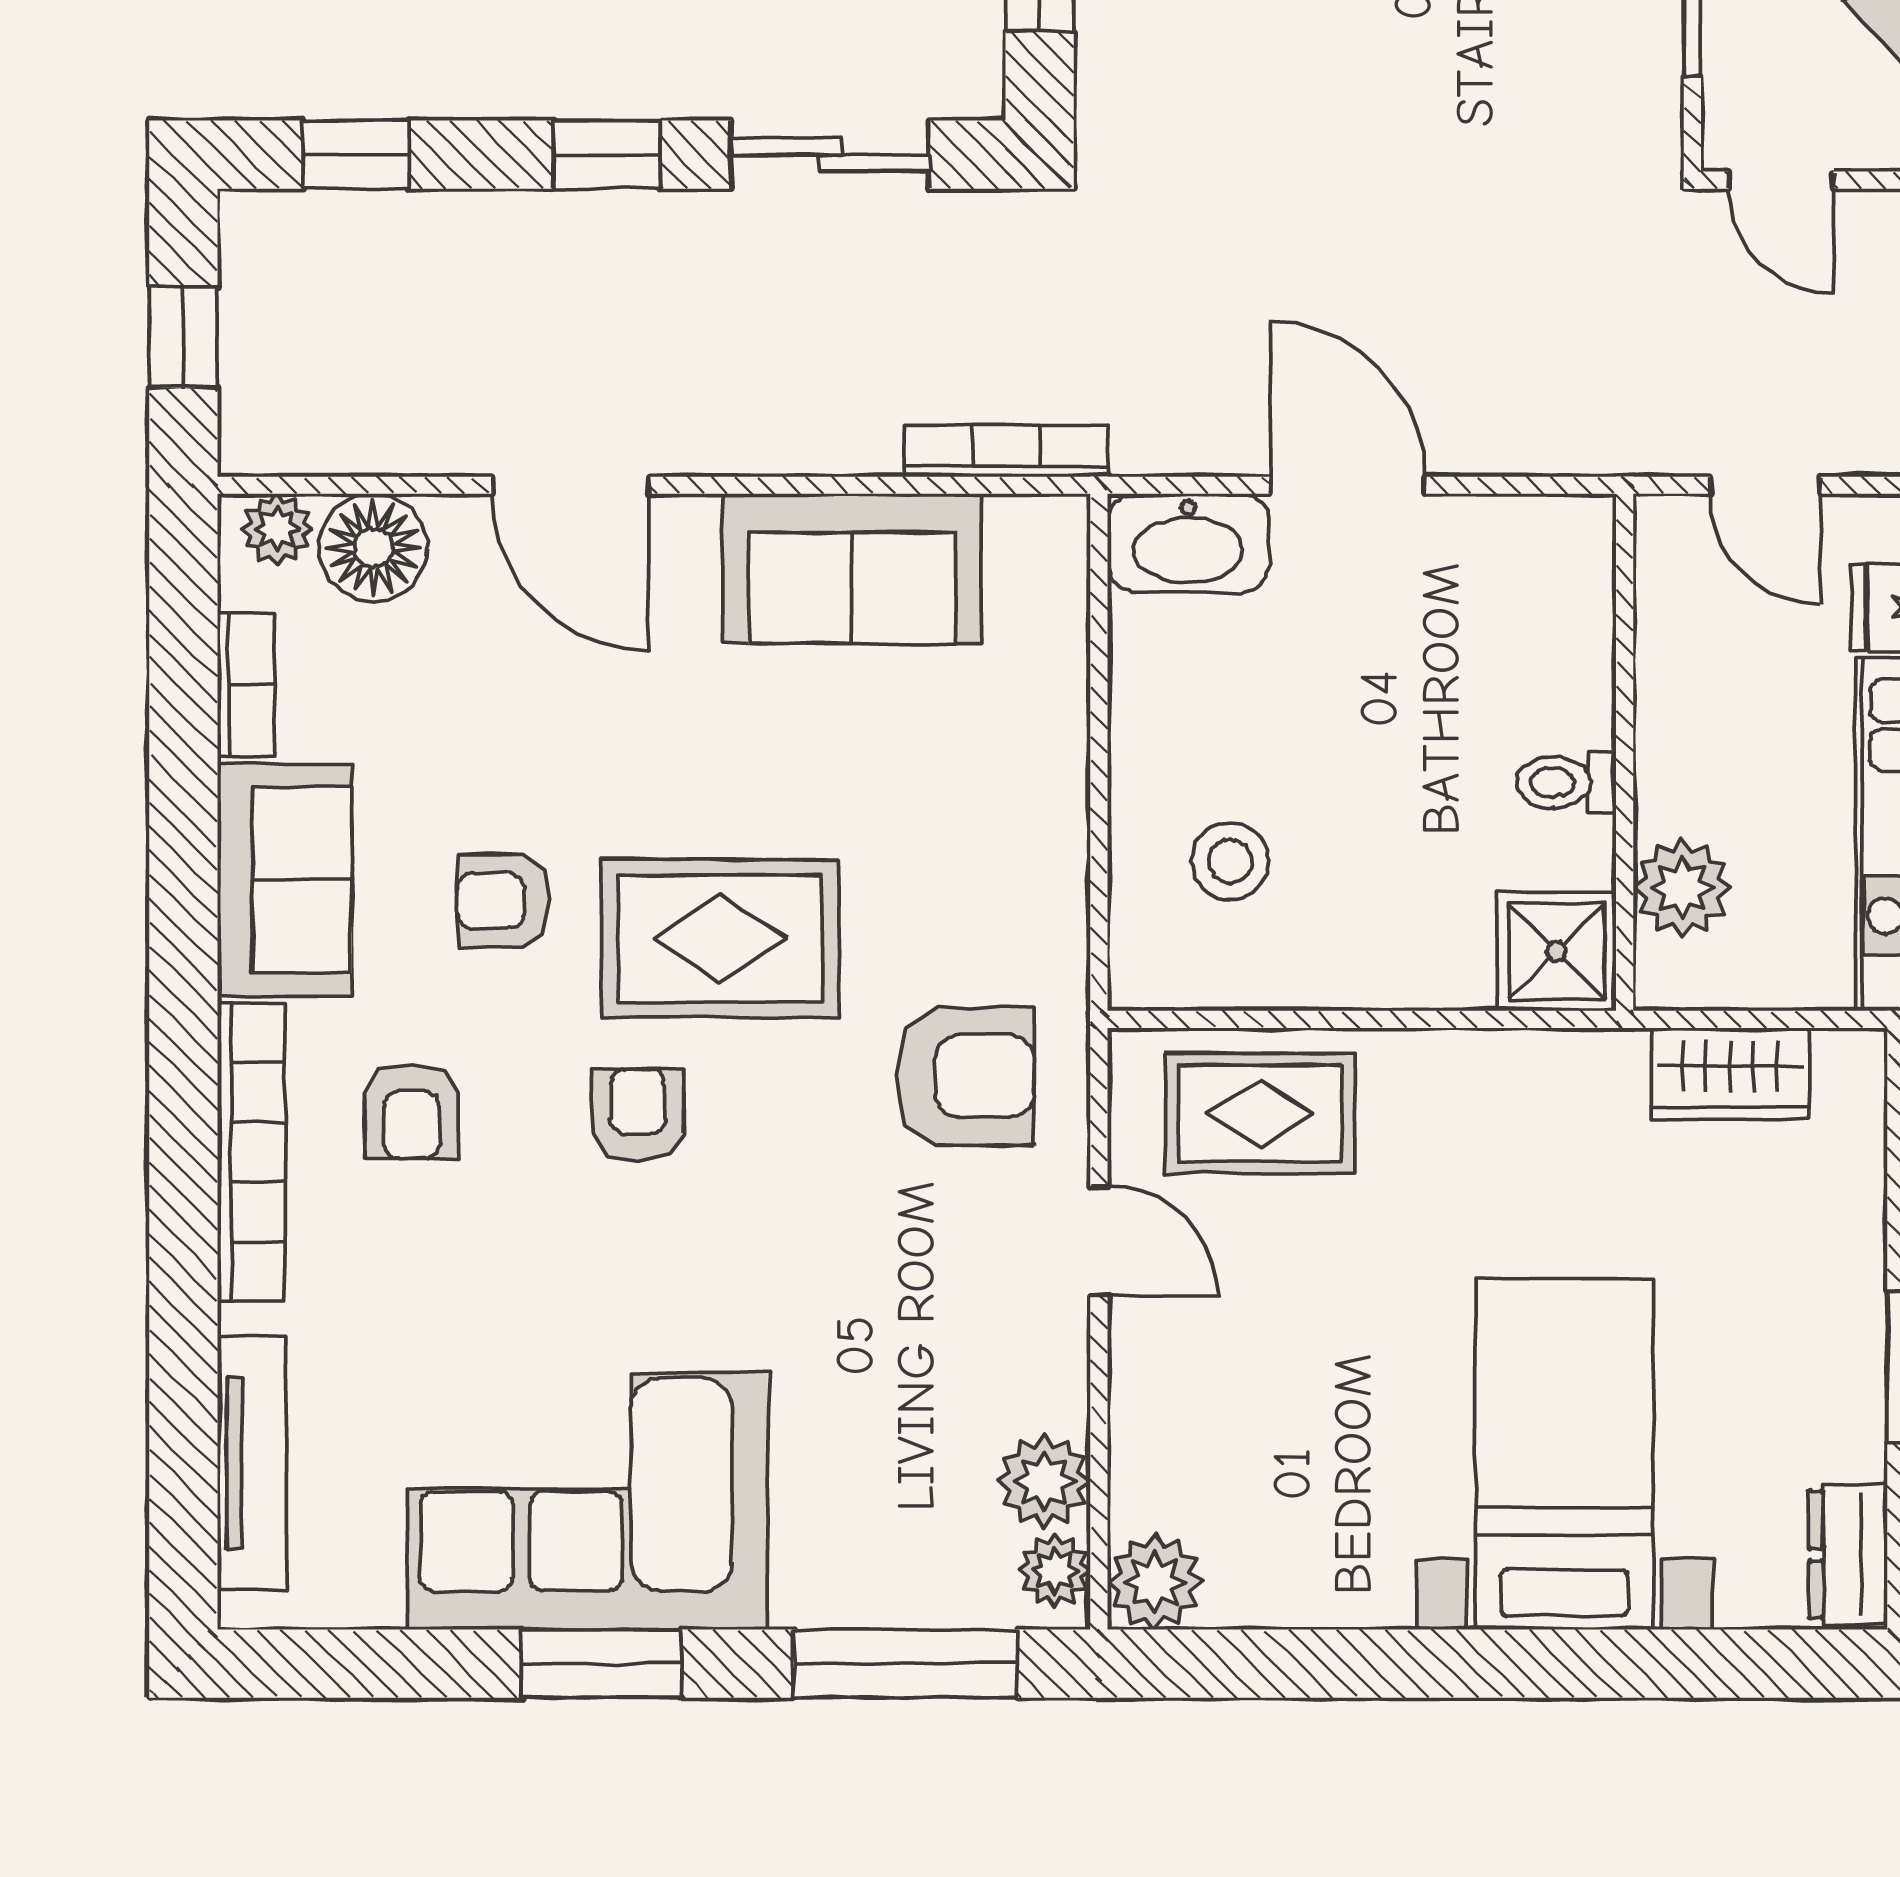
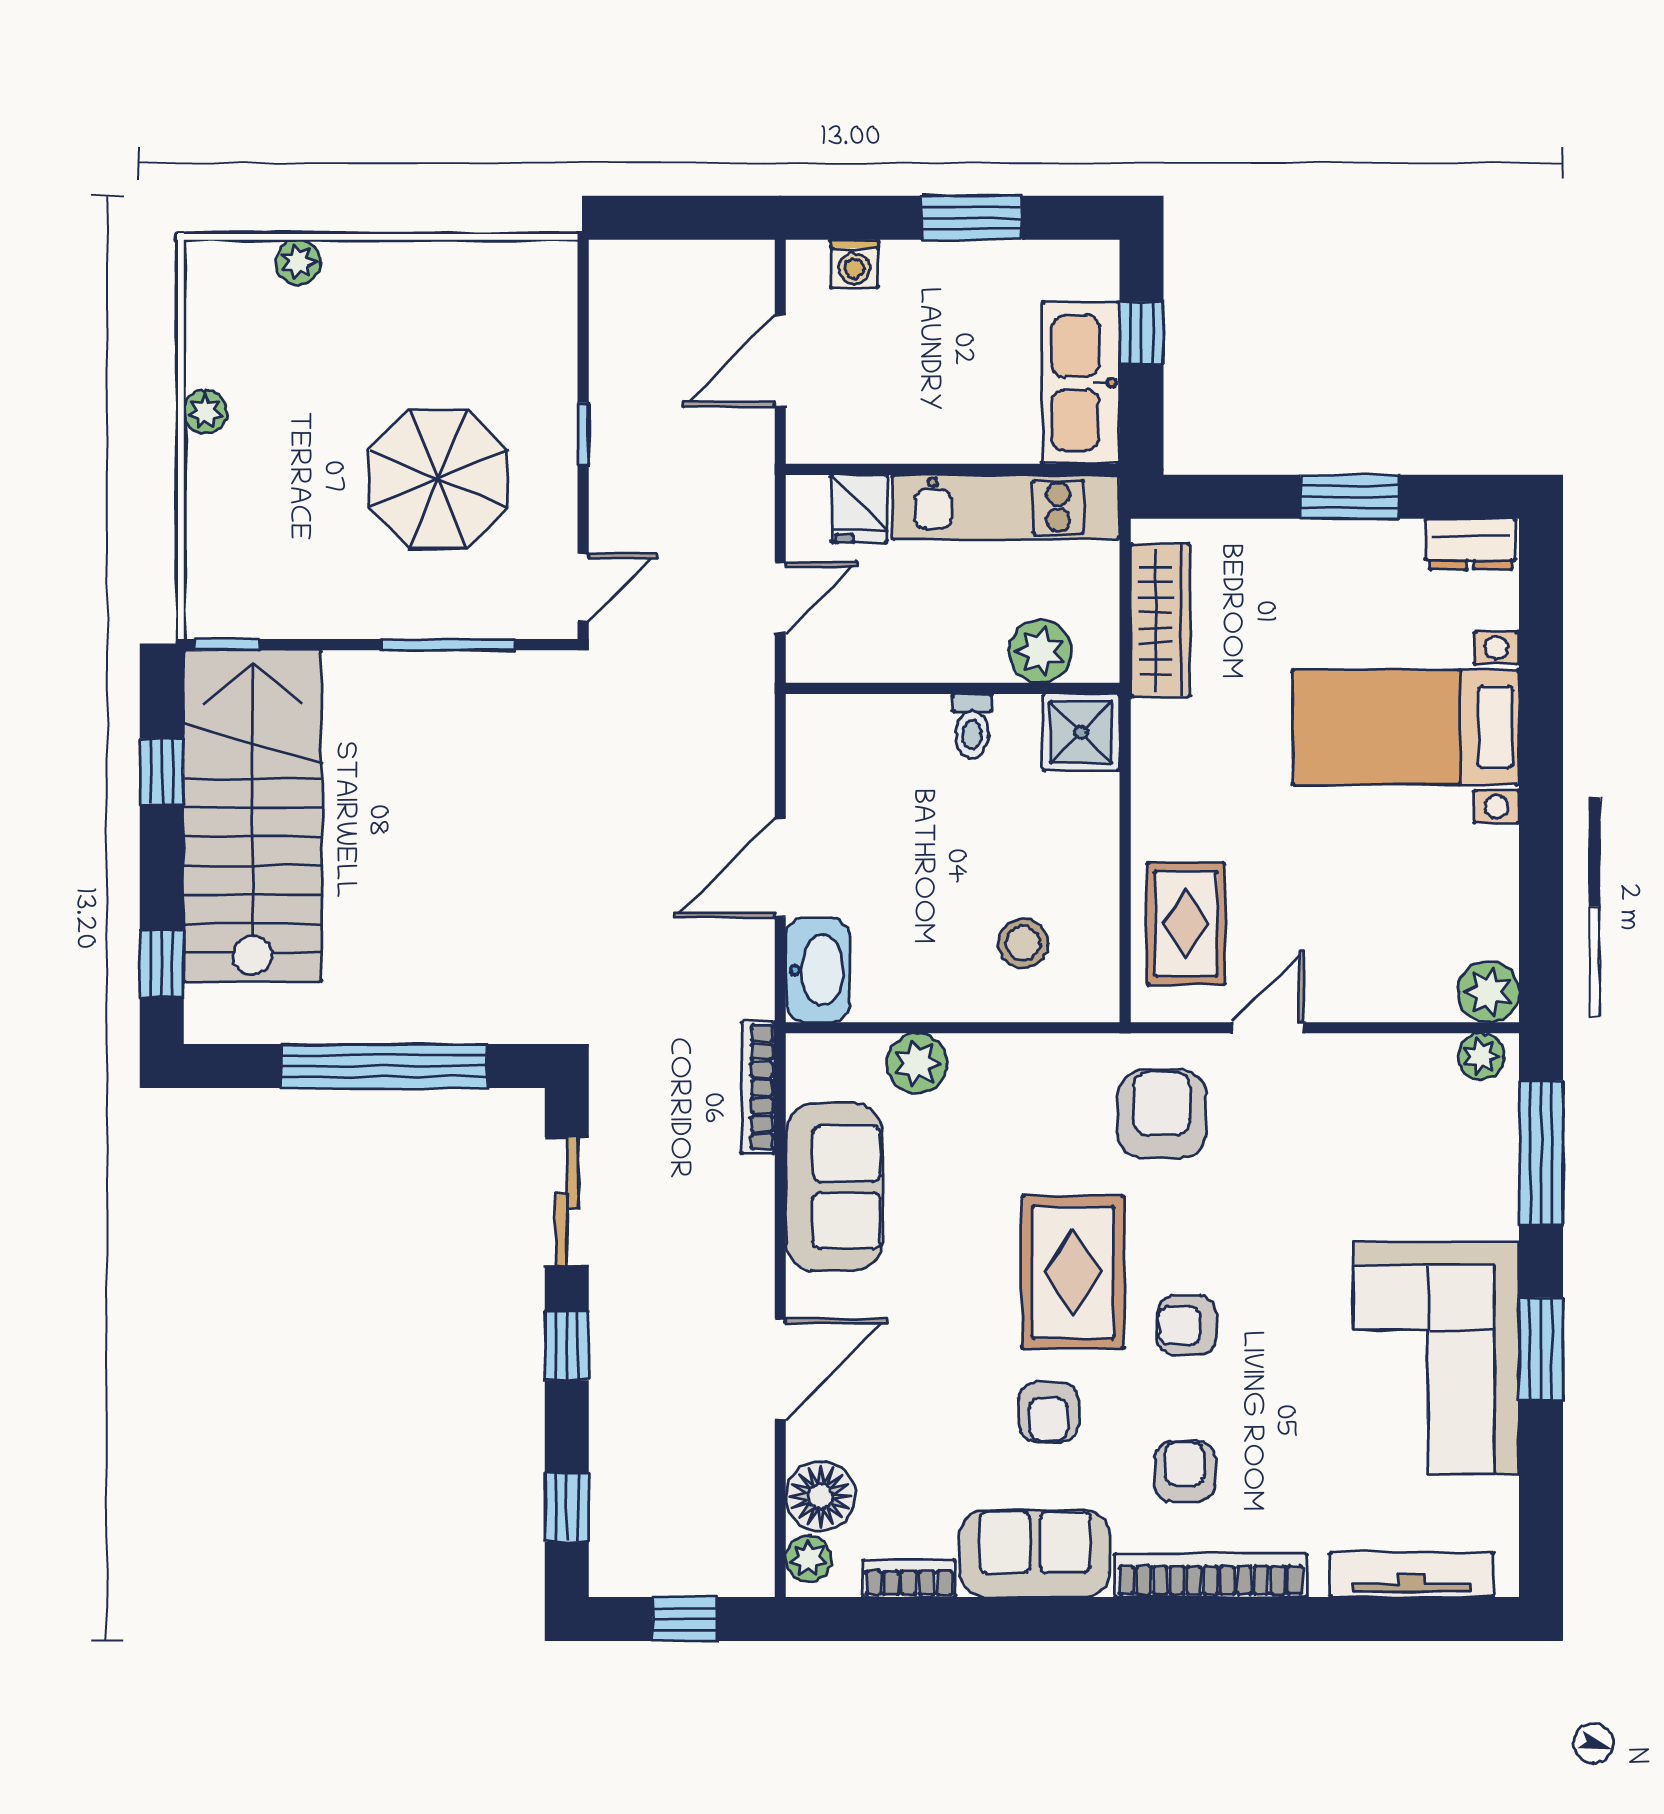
wardrobe: (1730, 1074) -> (1160, 620), width x1.50
armchair: (412, 1112) -> (1185, 1471), turned -90
plant: (1044, 1481) -> (917, 1063), moved

